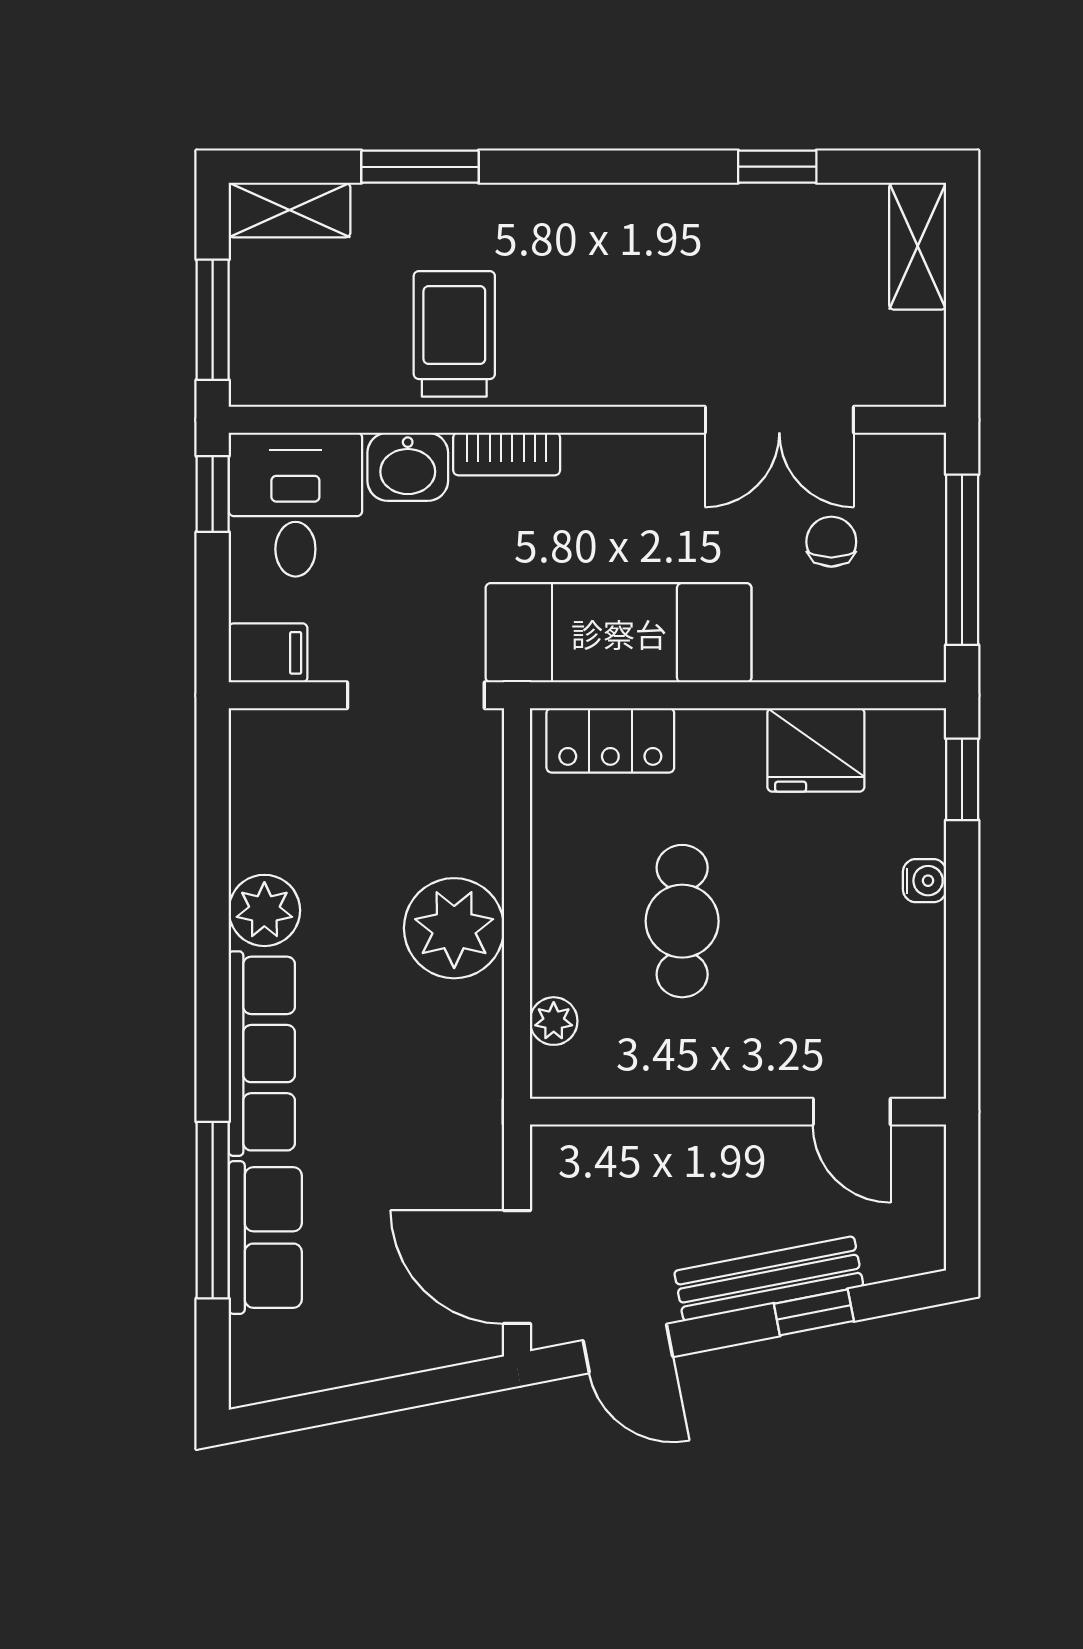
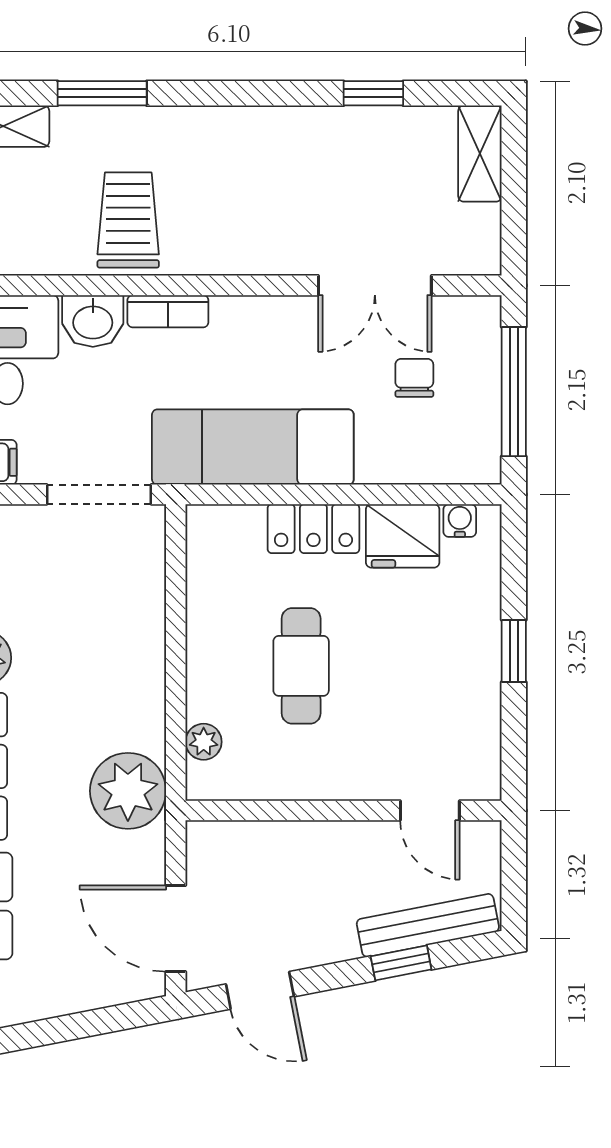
locker: (610, 740) -> (313, 529), moved
window: (962, 779) -> (514, 651), moved
water cooler: (925, 881) -> (460, 521), moved, turned -90
plant: (454, 928) -> (128, 791), moved
bench: (769, 1279) -> (428, 925), moved

